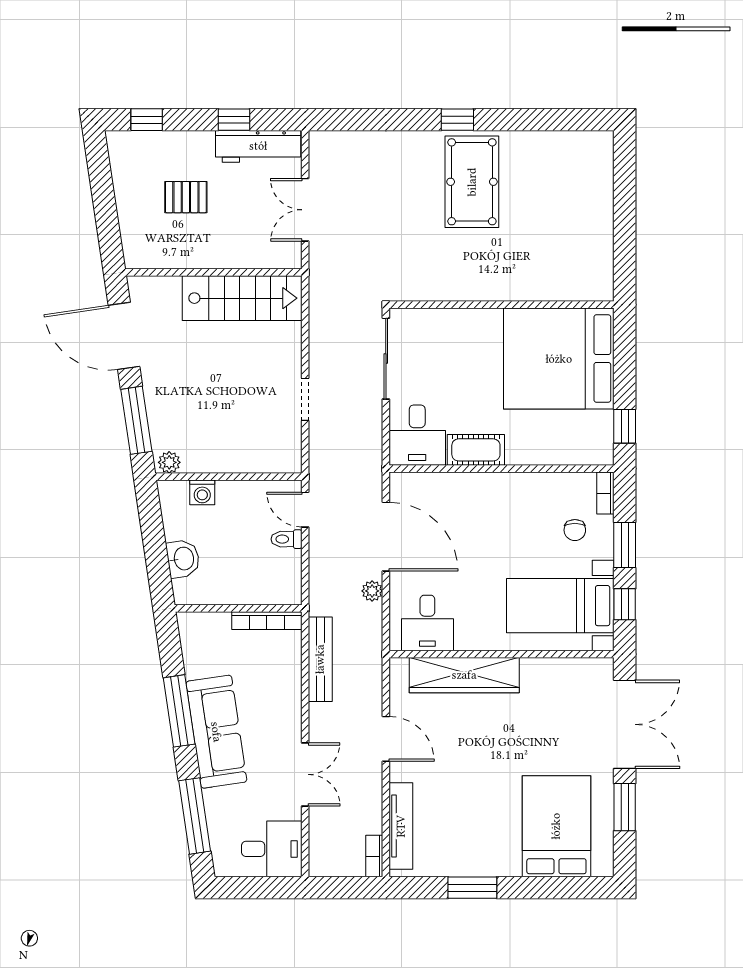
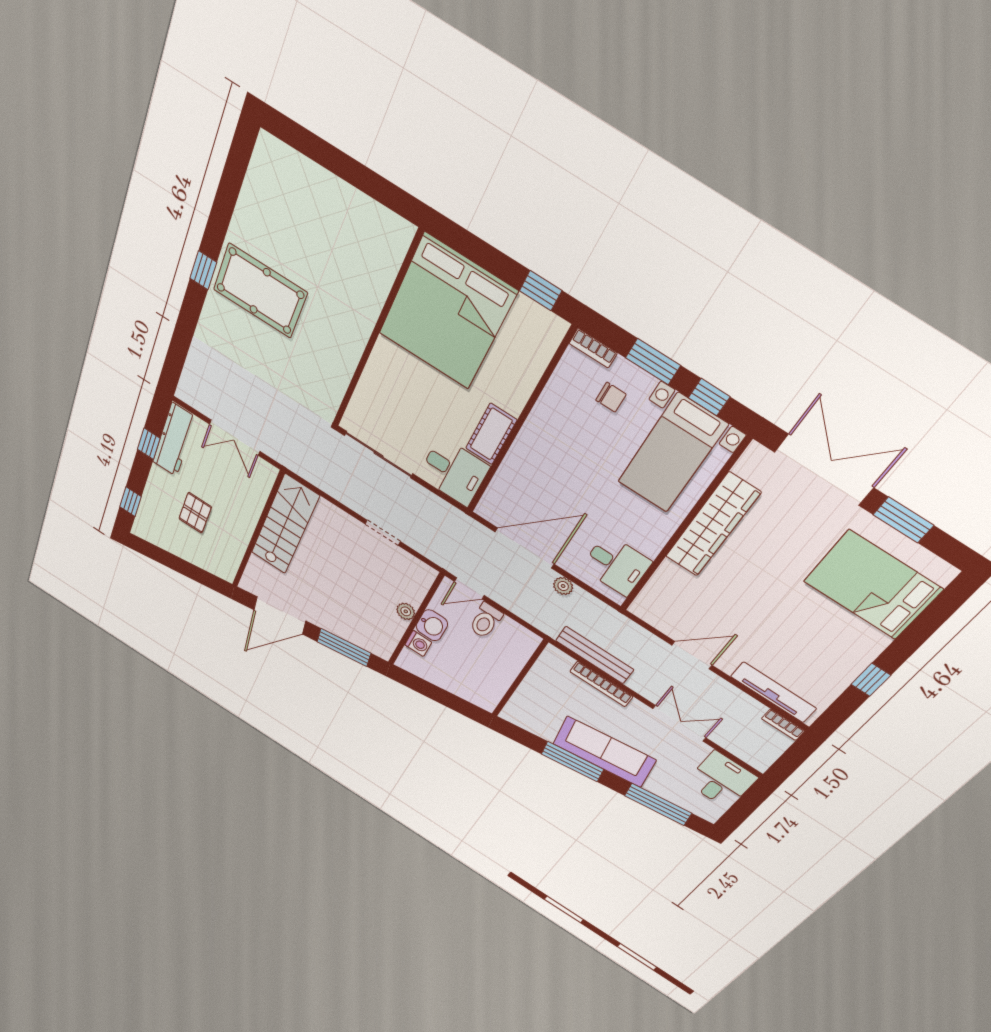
plant: (169, 462) -> (406, 611), moved
toilet: (287, 539) -> (486, 621), width x1.37, depth x1.39
washbasin: (183, 559) -> (432, 625), moved, turned 98
bookcase: (267, 621) -> (601, 684), moved, turned 90
wardrobe: (464, 675) -> (712, 525), moved
window: (472, 888) -> (871, 680), width x0.67

